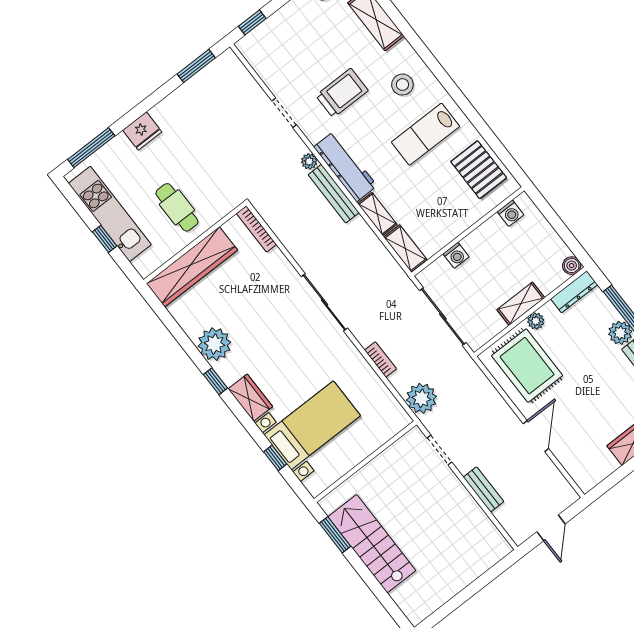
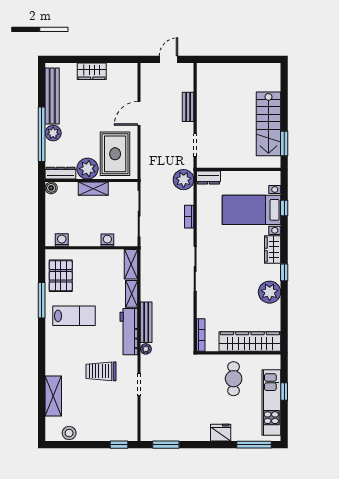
stool: (402, 85) -> (66, 351), removed
window: (479, 123) -> (42, 300), added
plant: (536, 321) -> (87, 169), width x1.88, depth x1.88
dresser: (394, 424) -> (208, 177), added

